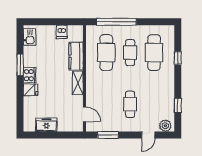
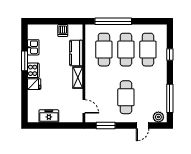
kitchen sink: (30, 37) -> (33, 47), moved
cafe table: (130, 53) -> (126, 50), width x1.37, depth x1.35
cafe table: (130, 104) -> (126, 97), width x1.37, depth x1.35
window: (178, 105) -> (170, 98), width x2.17

